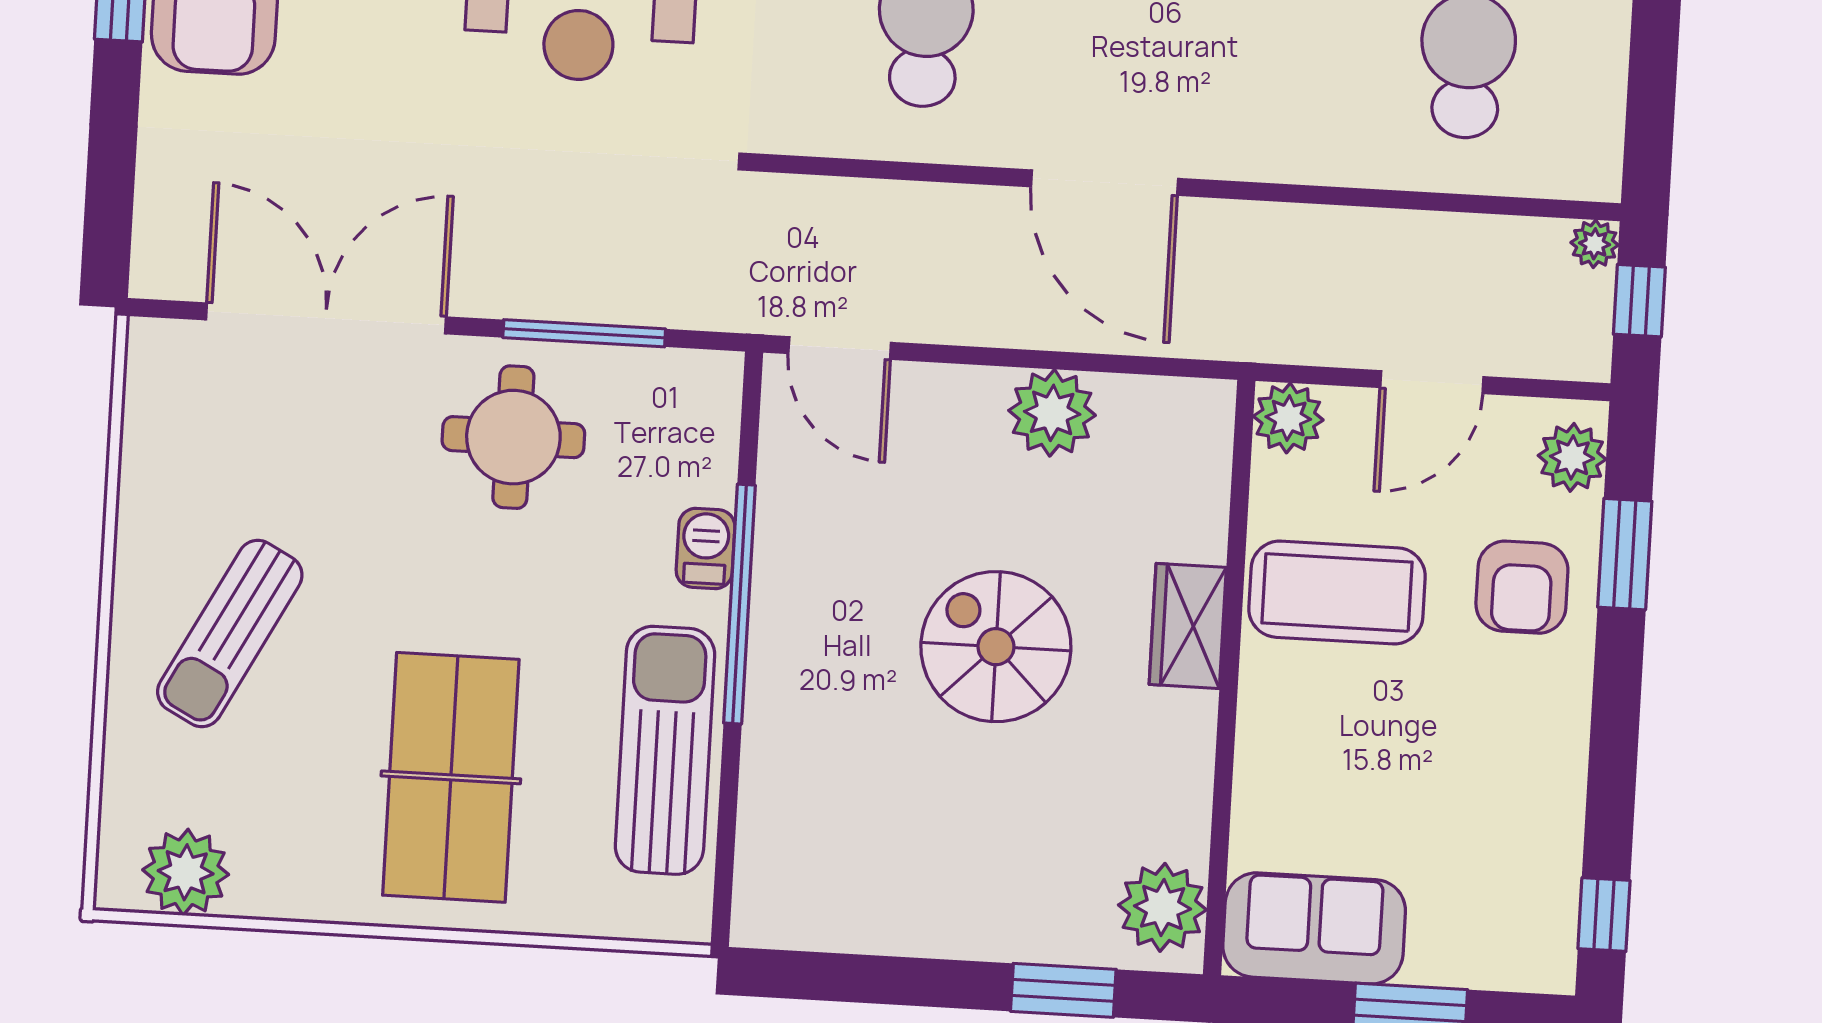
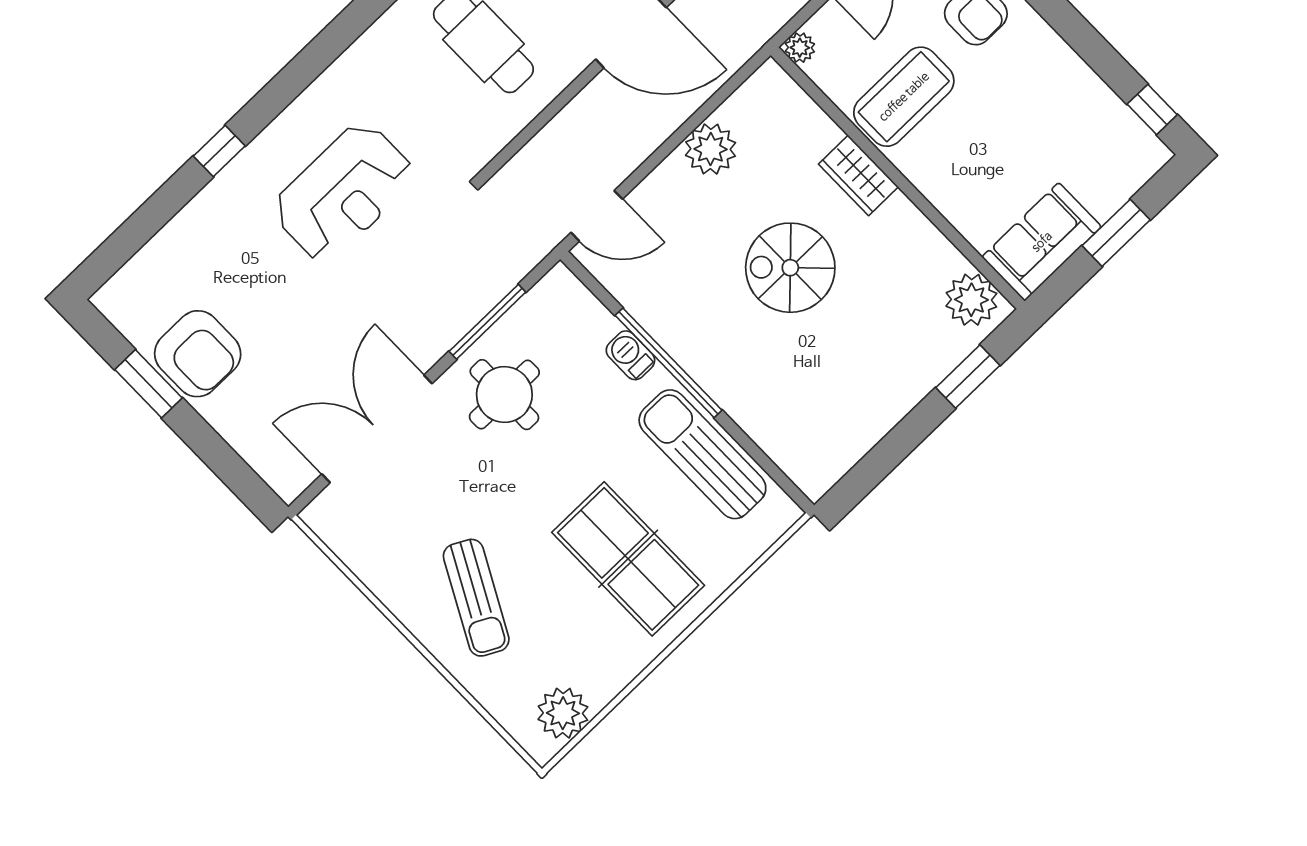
plant: (1288, 418) -> (800, 48), width x0.73, depth x0.73

